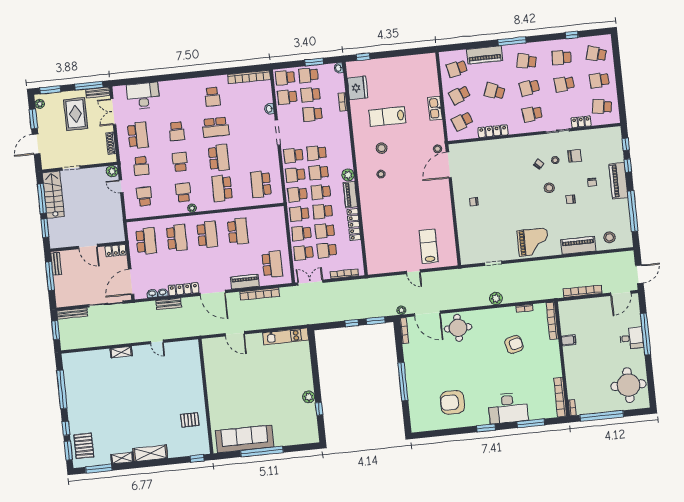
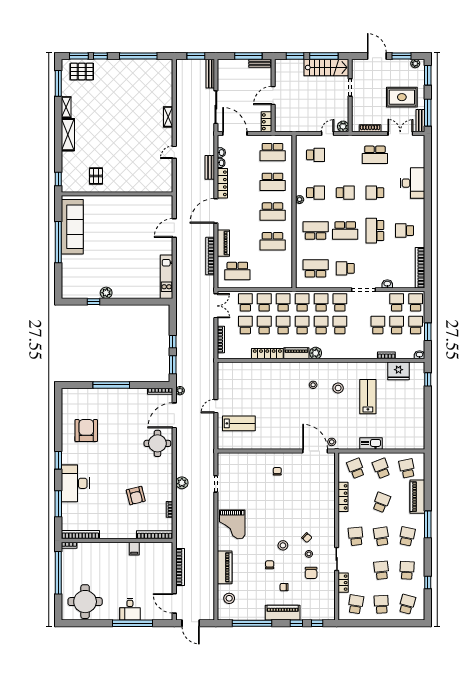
desk: (143, 96) -> (413, 183), moved
school desk: (141, 166) -> (345, 268), moved

